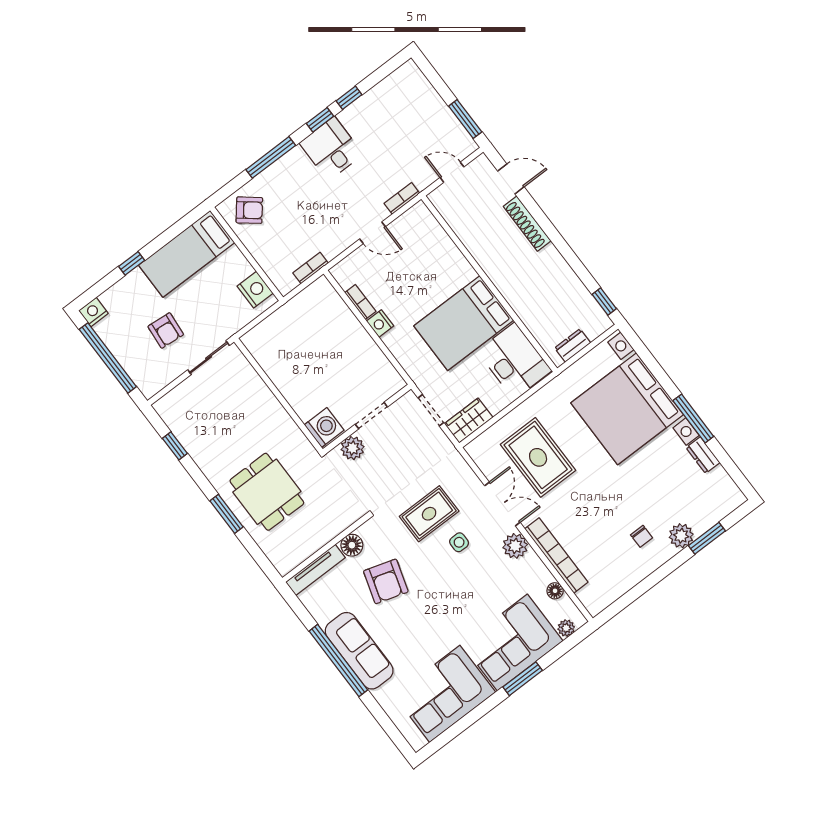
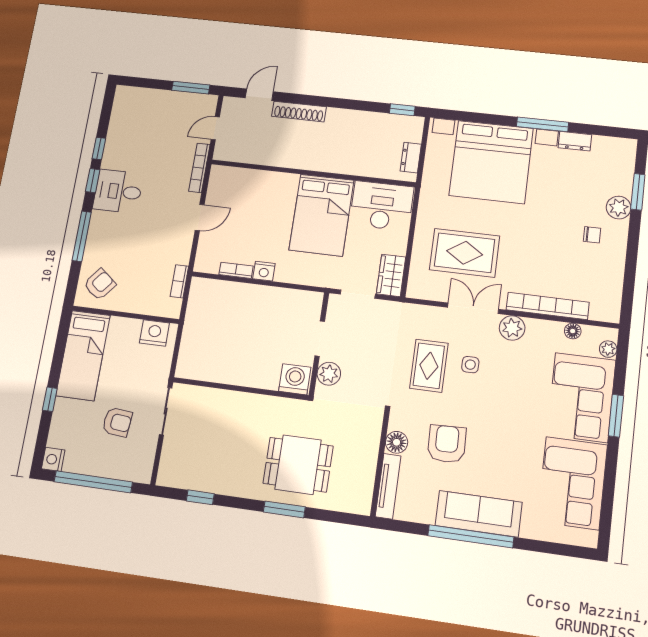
bookcase: (402, 198) -> (199, 168), width x1.56
armchair: (386, 581) -> (447, 444), turned -109

